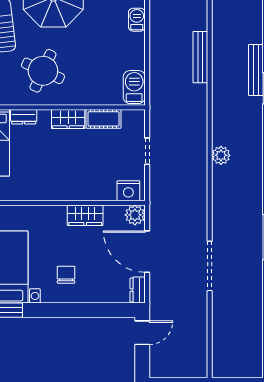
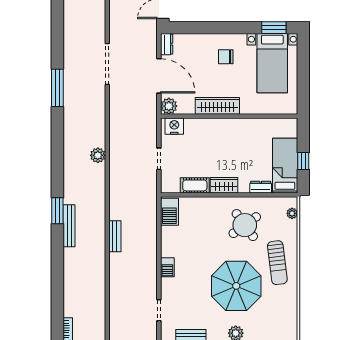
bench: (200, 57) -> (115, 236), width x0.73
round table: (43, 71) -> (245, 225), turned 30
wardrobe: (85, 215) -> (217, 106), width x1.50
chair: (66, 275) -> (226, 57), turned 90

